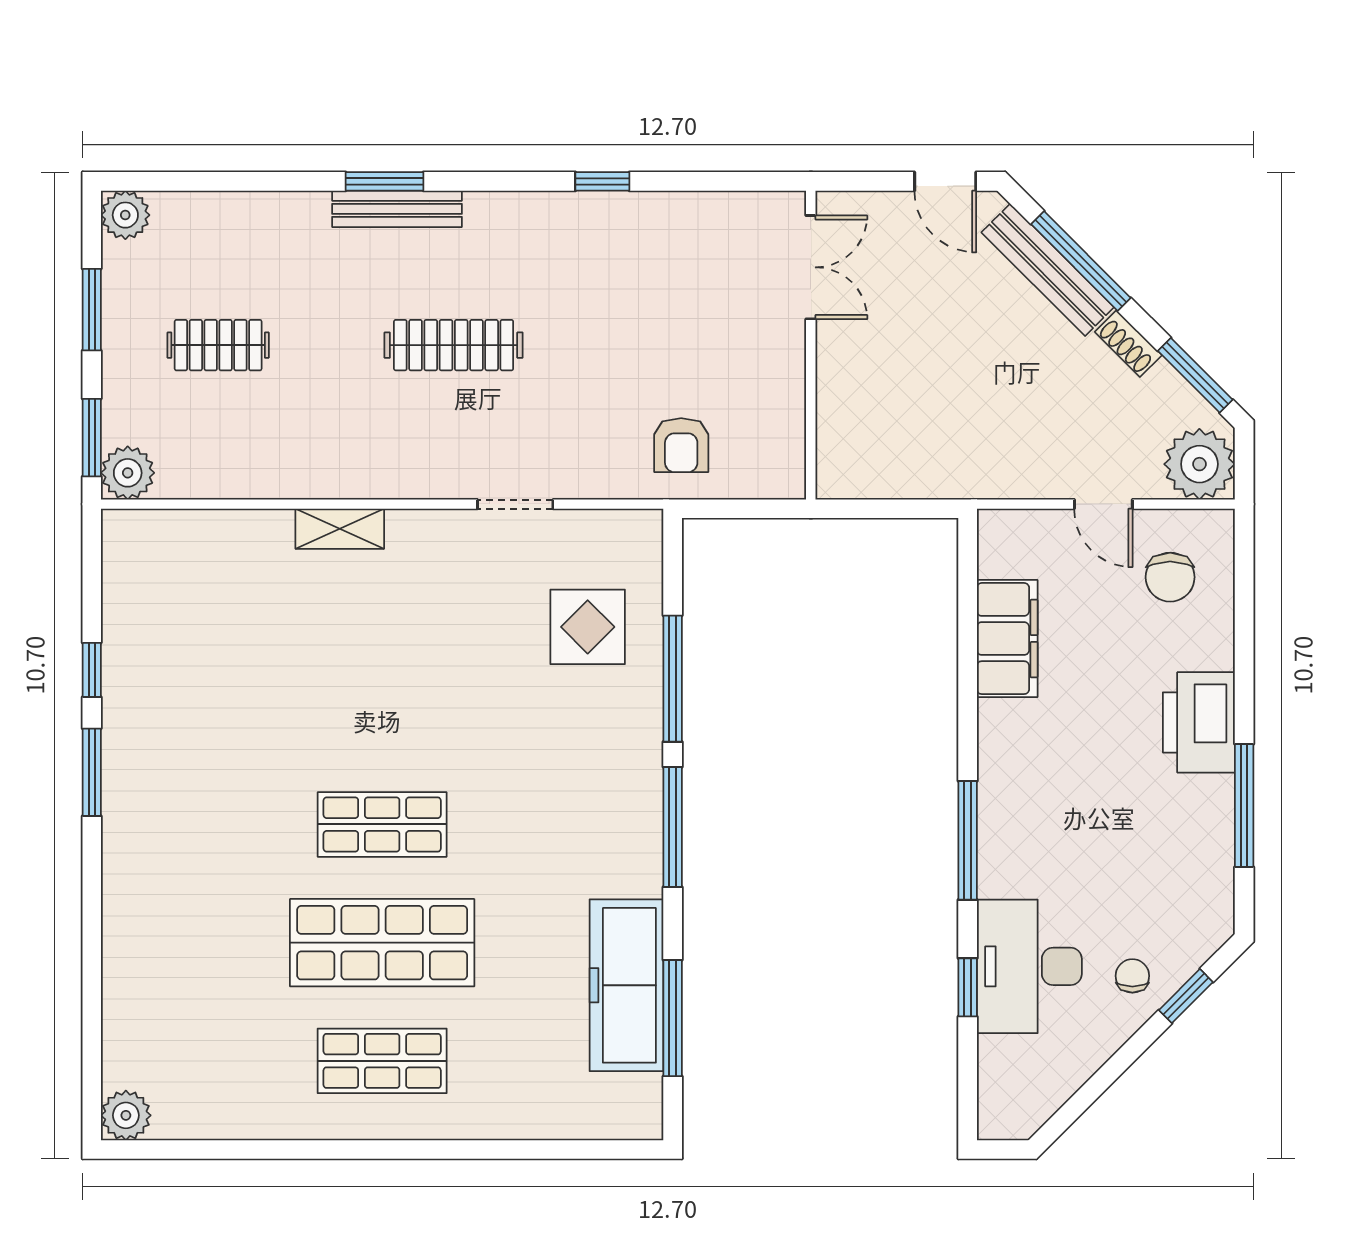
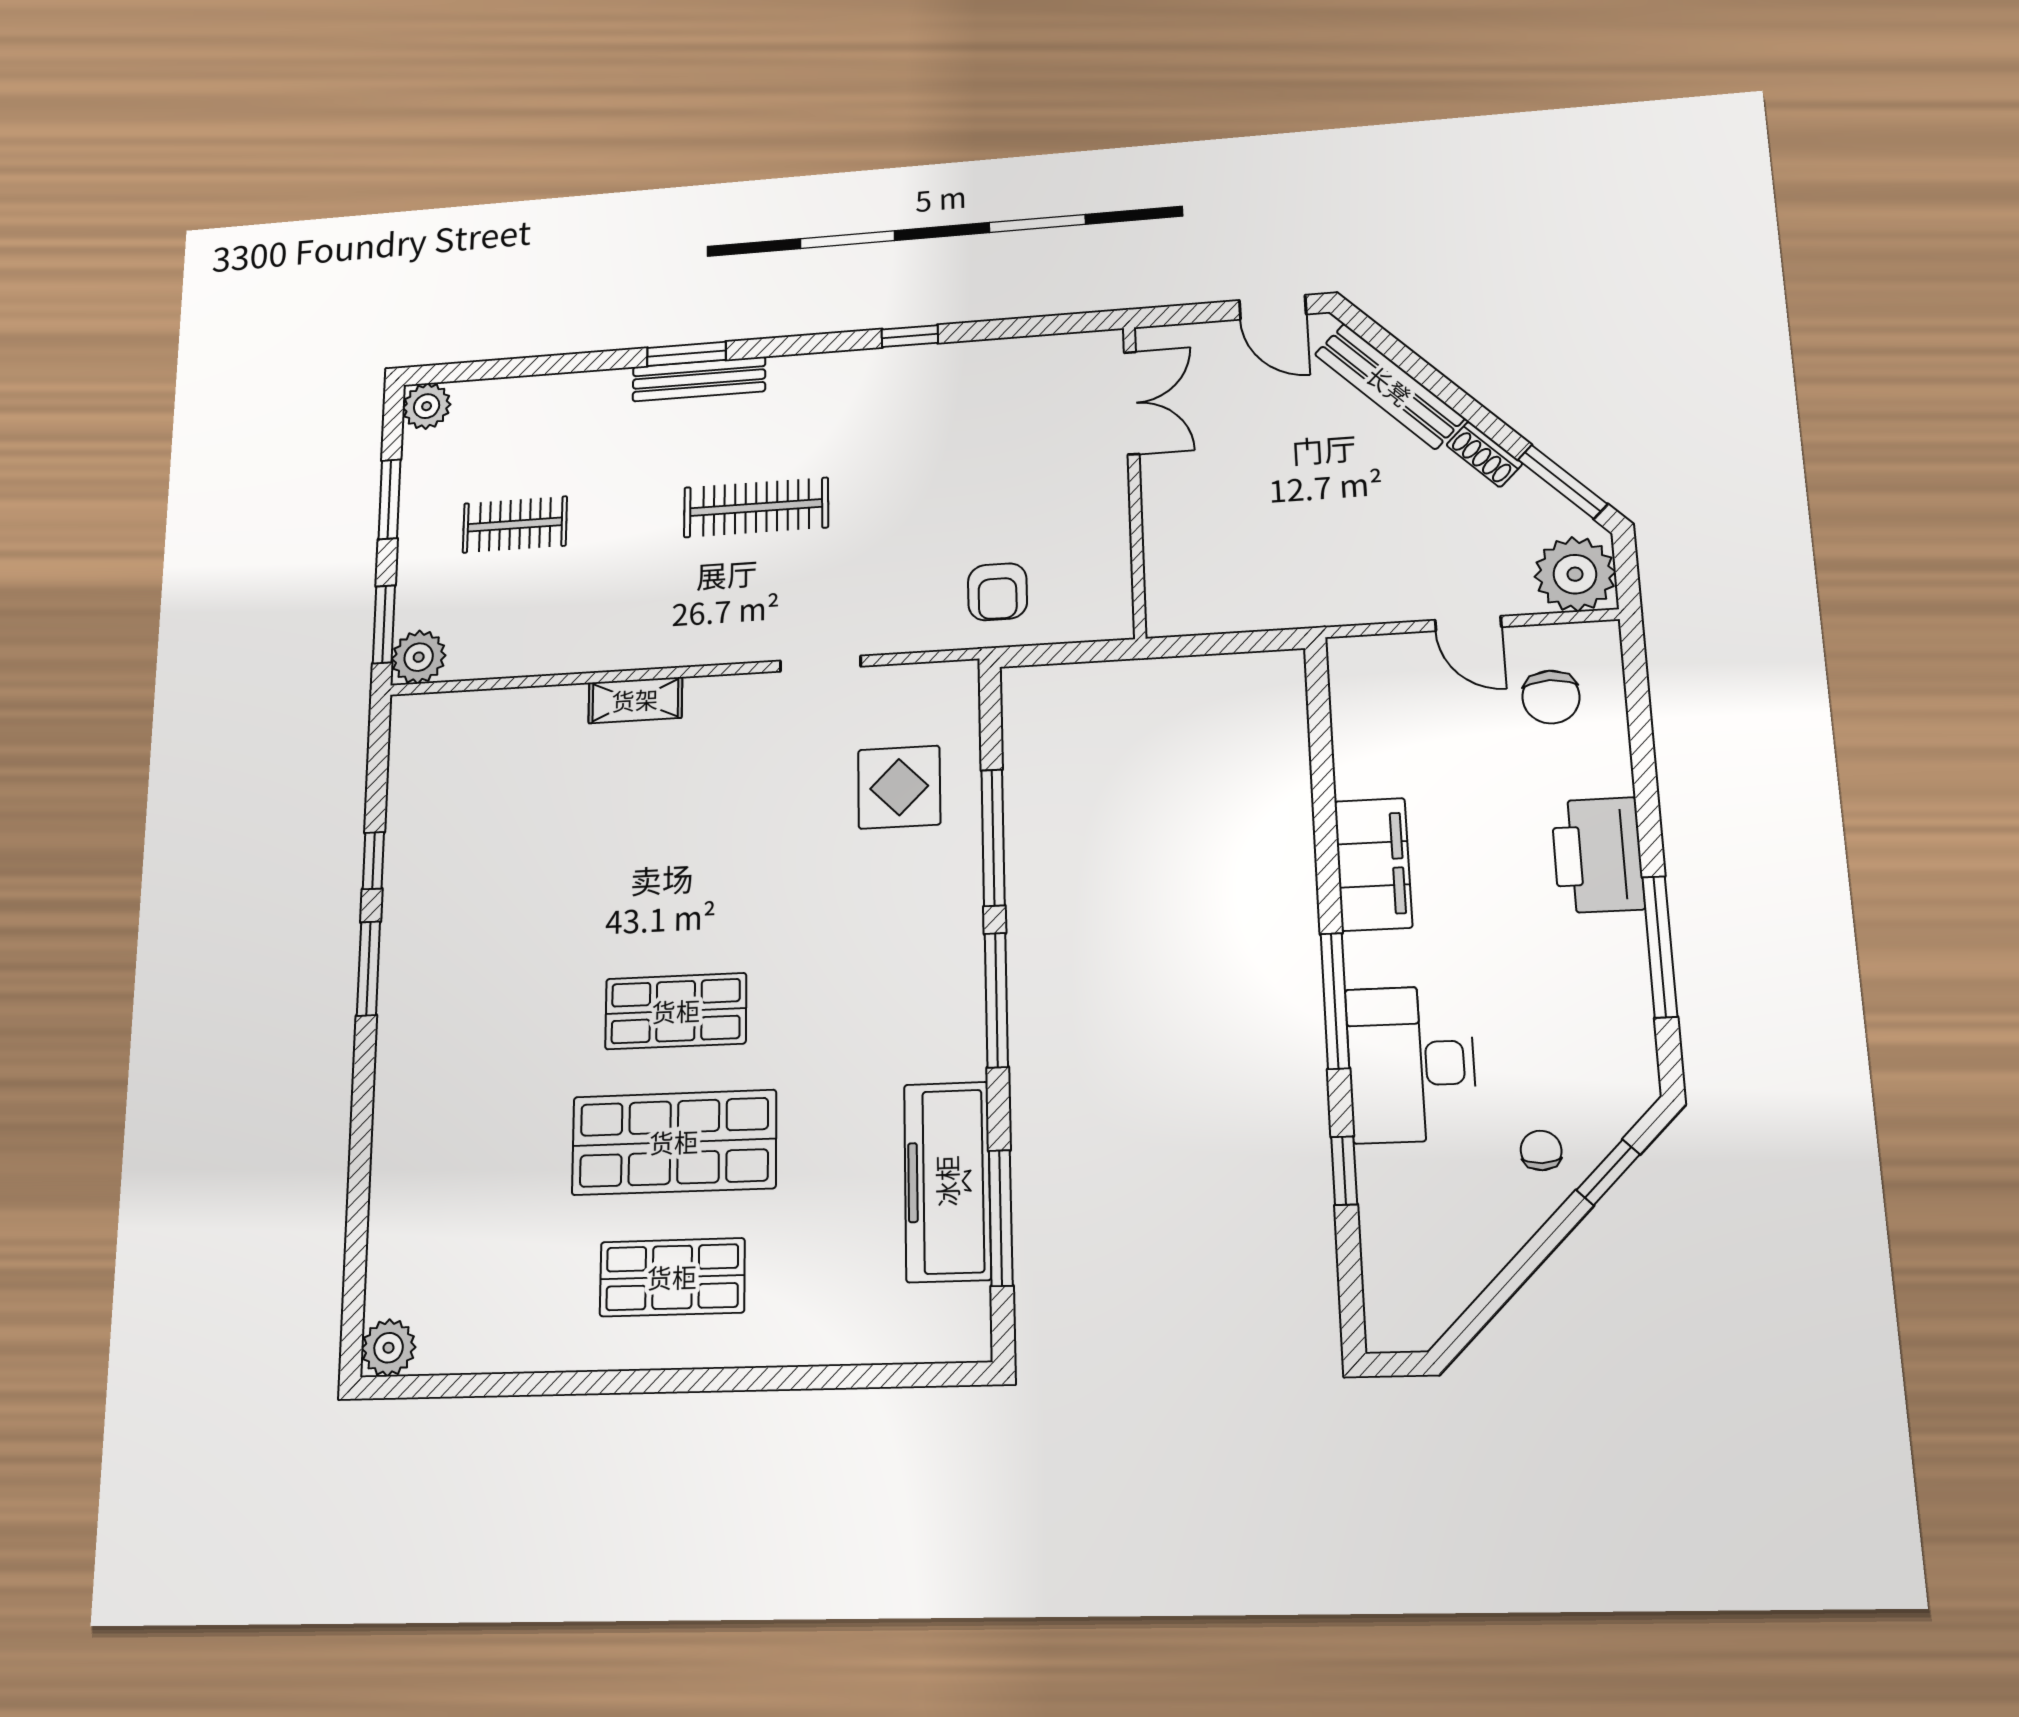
window: (1081, 261) -> (1426, 375), removed
filing cabinet: (1007, 639) -> (1373, 864), moved
desk: (1029, 966) -> (1411, 1064), moved

